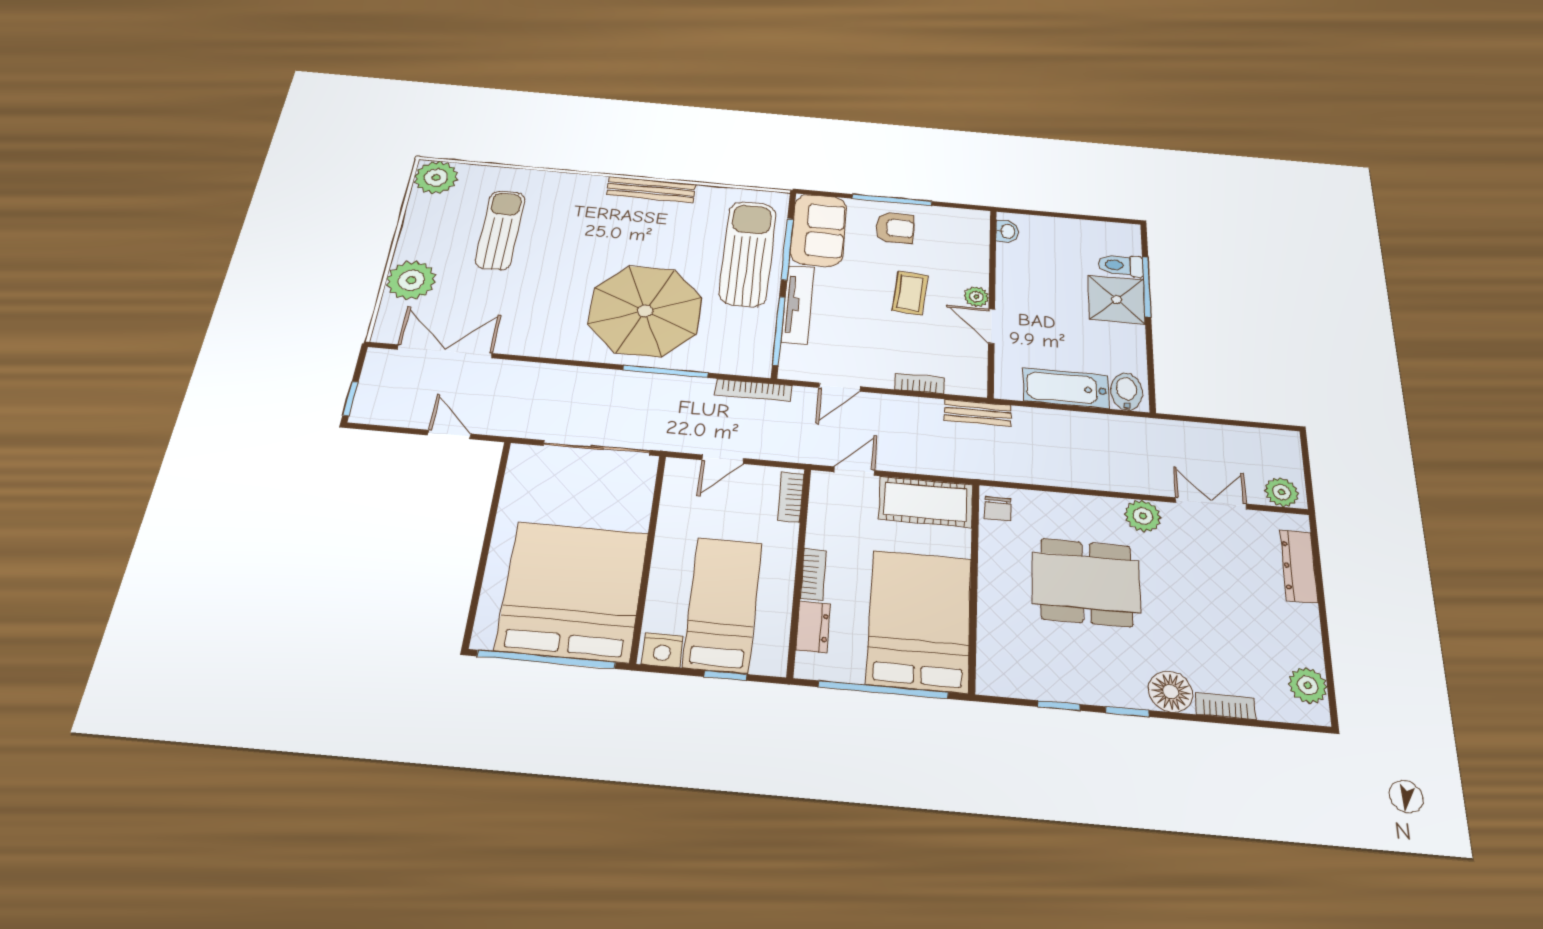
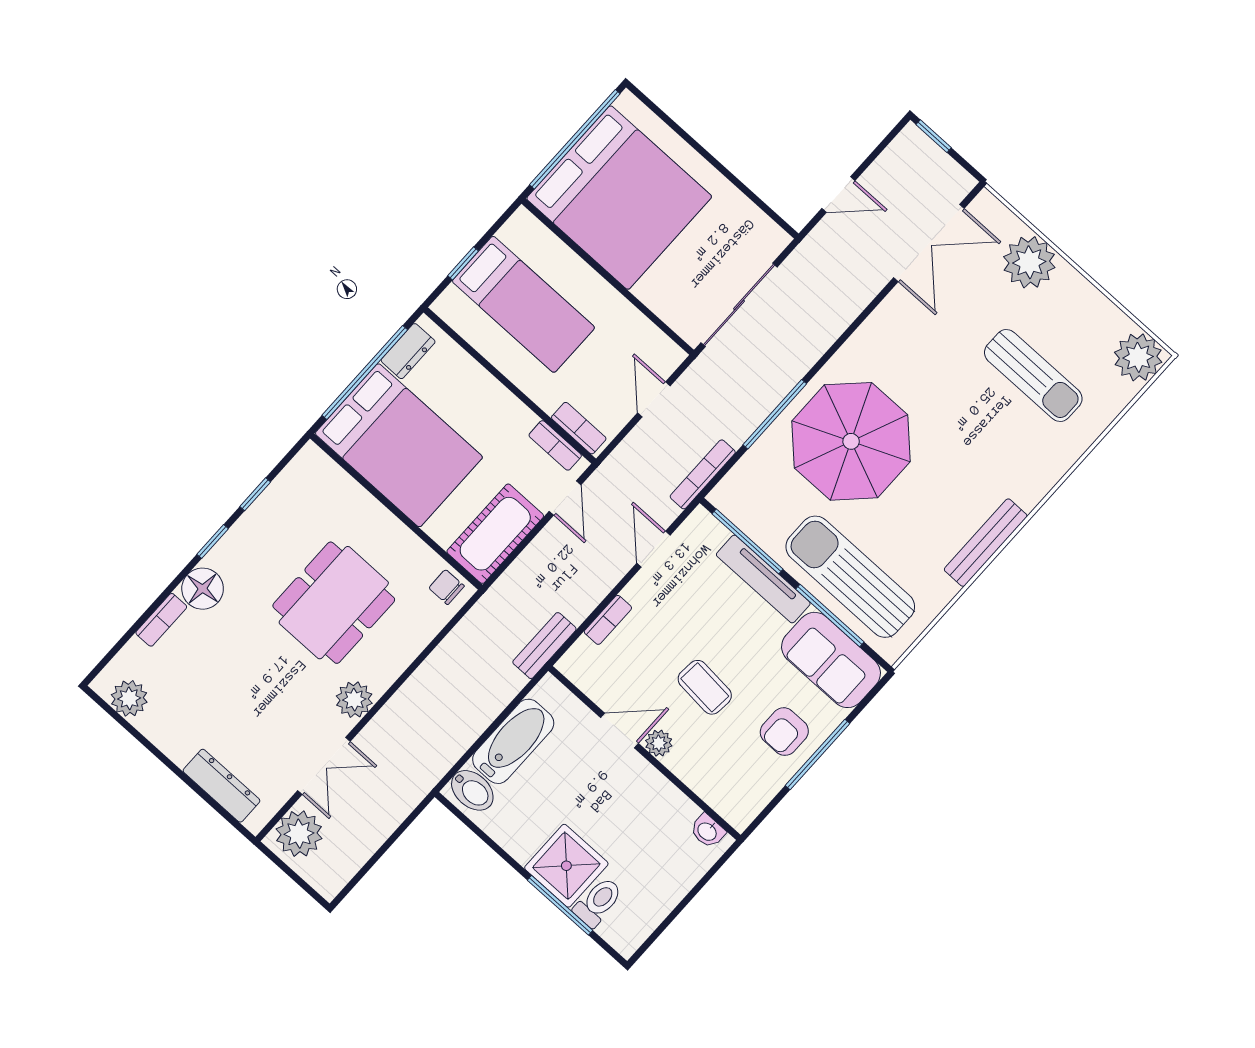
sun lounger: (748, 253) -> (850, 577), turned 180
plant: (1282, 492) -> (299, 834), width x1.36, depth x1.36
bookcase: (813, 574) -> (555, 445), moved
dresser: (813, 627) -> (408, 351), moved, turned -90
nightstand: (662, 650) -> (519, 231), removed

